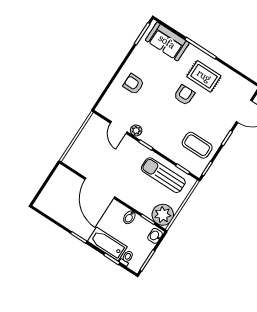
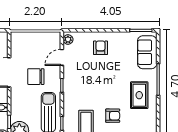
armchair: (184, 95) -> (113, 116), moved
plant: (136, 130) -> (68, 39), moved
chair: (121, 165) -> (36, 77), added

